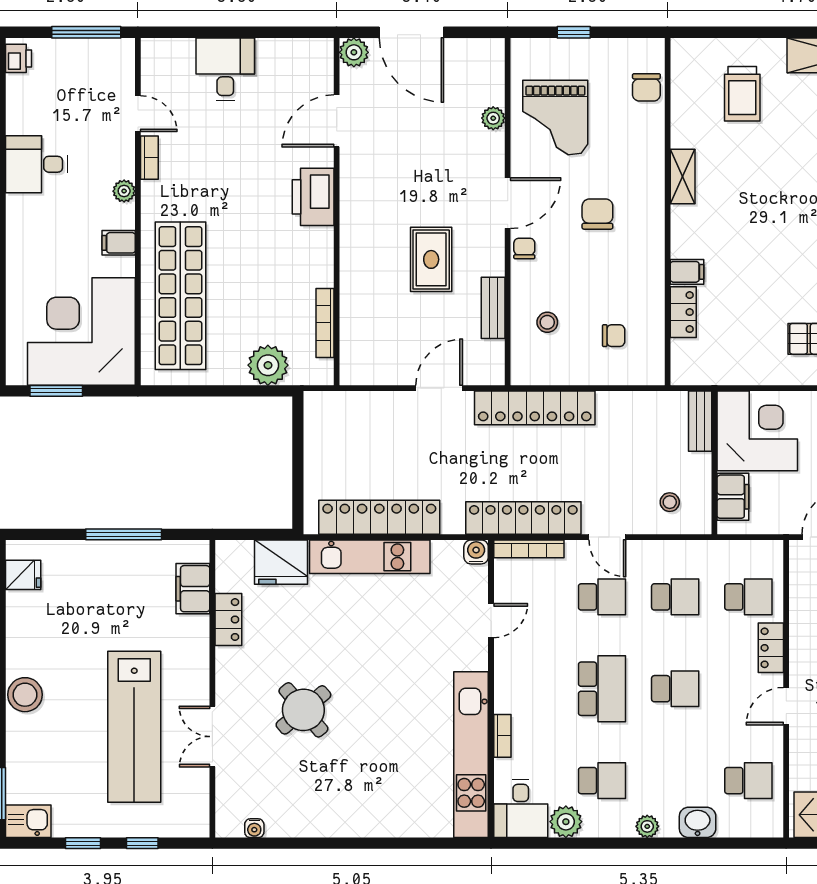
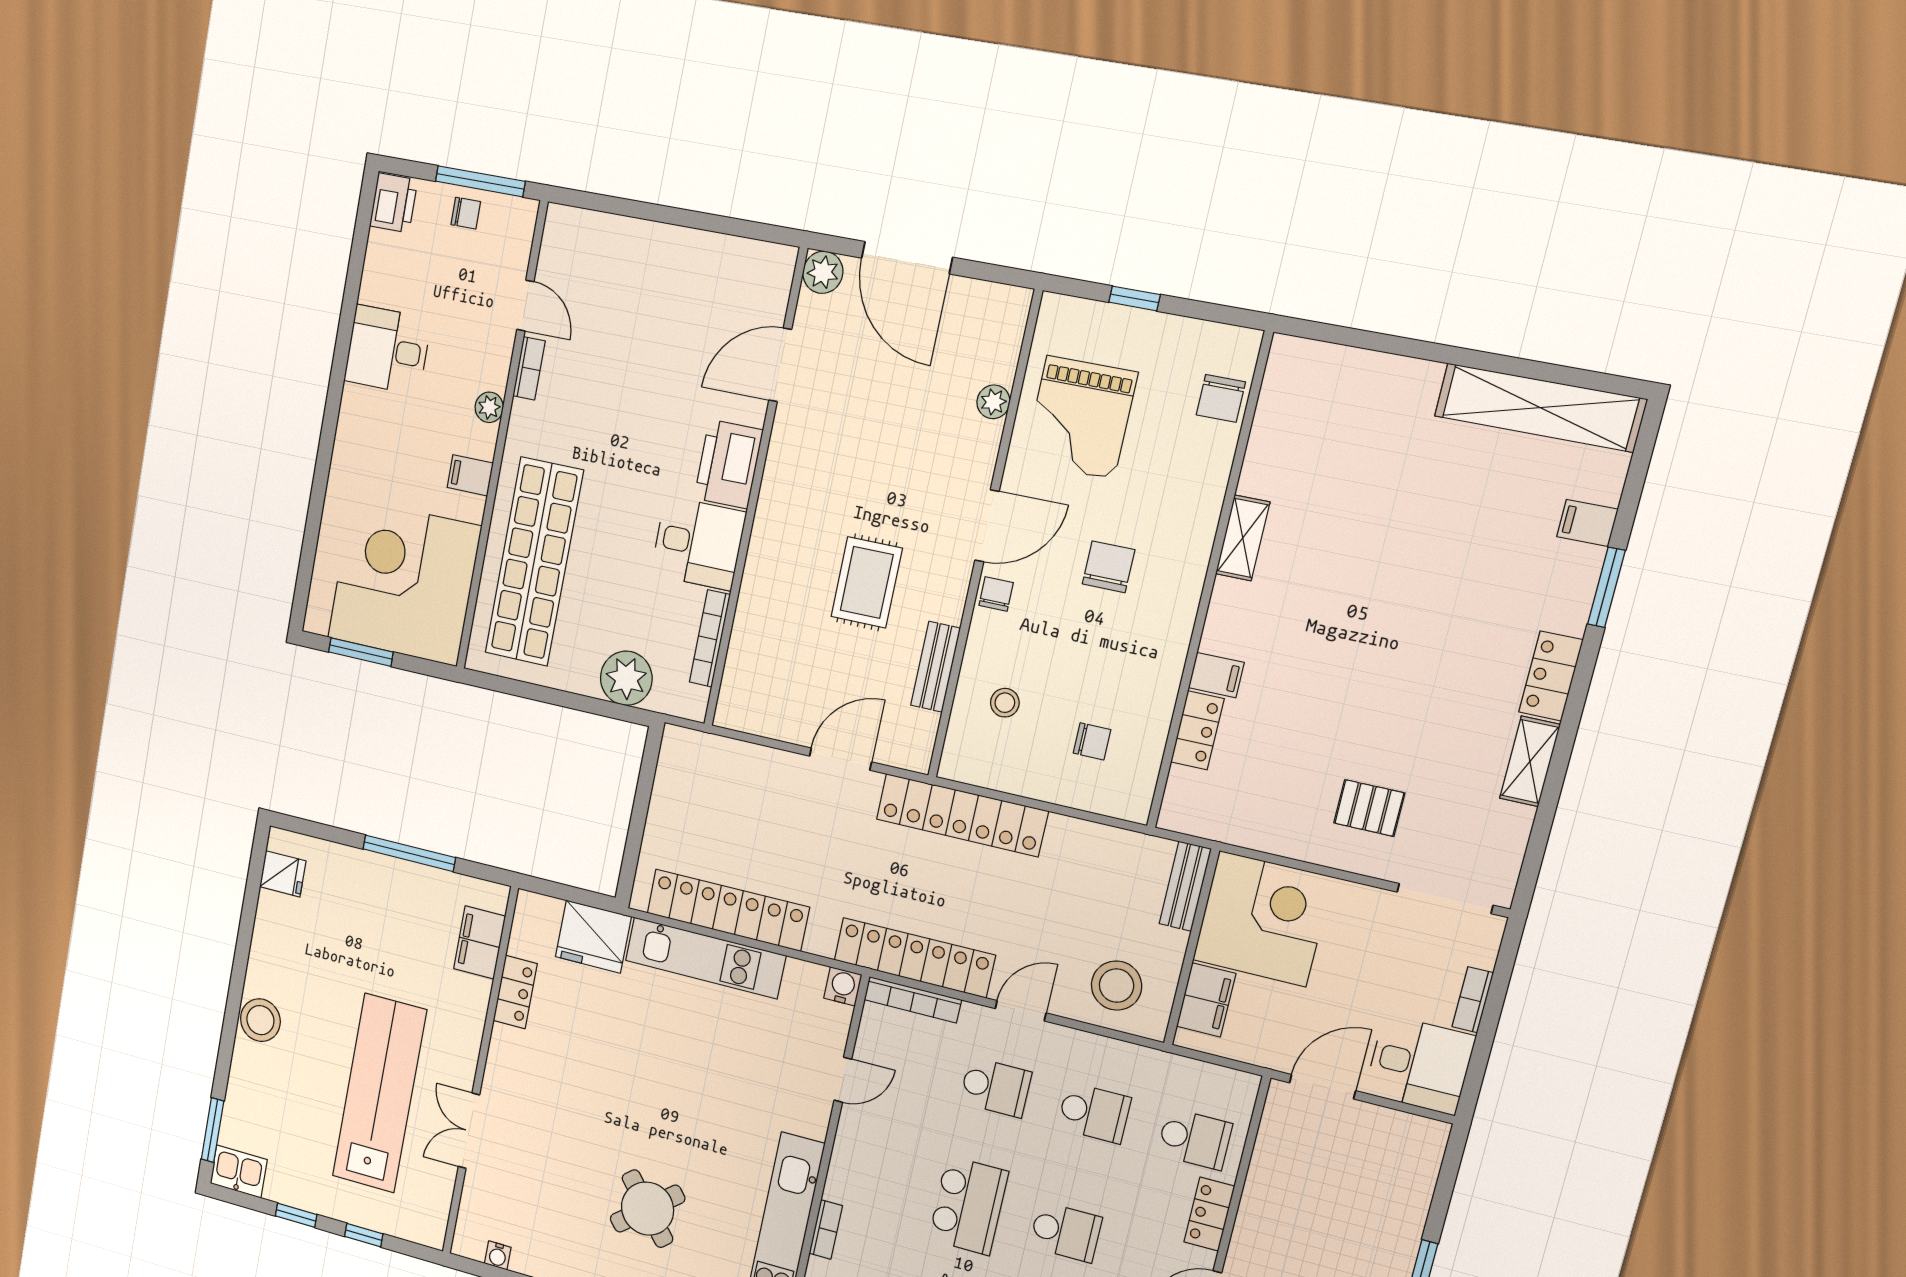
chair: (79, 56) -> (466, 213), added
printer: (18, 58) -> (394, 203), width x1.36, depth x1.24
desk: (225, 69) -> (698, 543), moved, turned 90
trolley: (742, 94) -> (1360, 434), removed
stool: (670, 502) -> (1117, 986), width x1.89, depth x1.89
door: (607, 537) -> (1021, 1011), swing flipped
round table: (303, 710) -> (648, 1209), moved
lab bench: (134, 727) -> (379, 1093), turned 180

